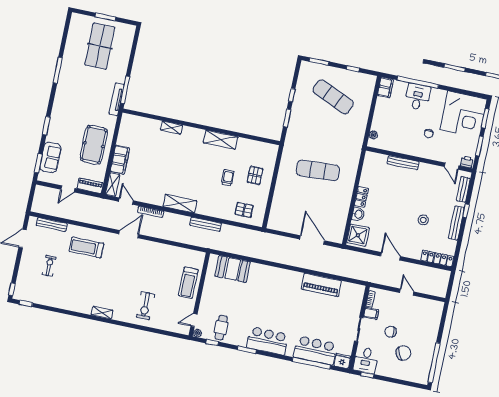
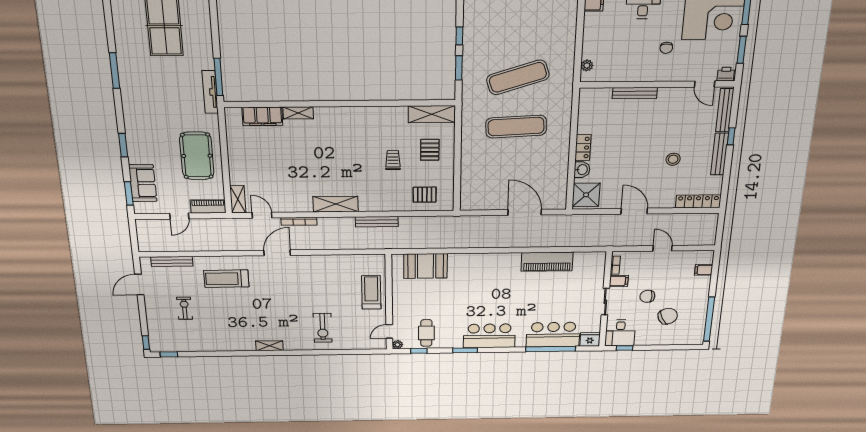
exercise mat: (333, 97) -> (518, 77), moved, turned -42
shelving: (221, 140) -> (432, 114), moved
filing cabinet: (120, 160) -> (262, 116), moved, turned 90
bench: (463, 189) -> (725, 110), width x1.36
treadmill: (188, 283) -> (371, 292), turned 180
filing cabinet: (435, 318) -> (704, 270), added

